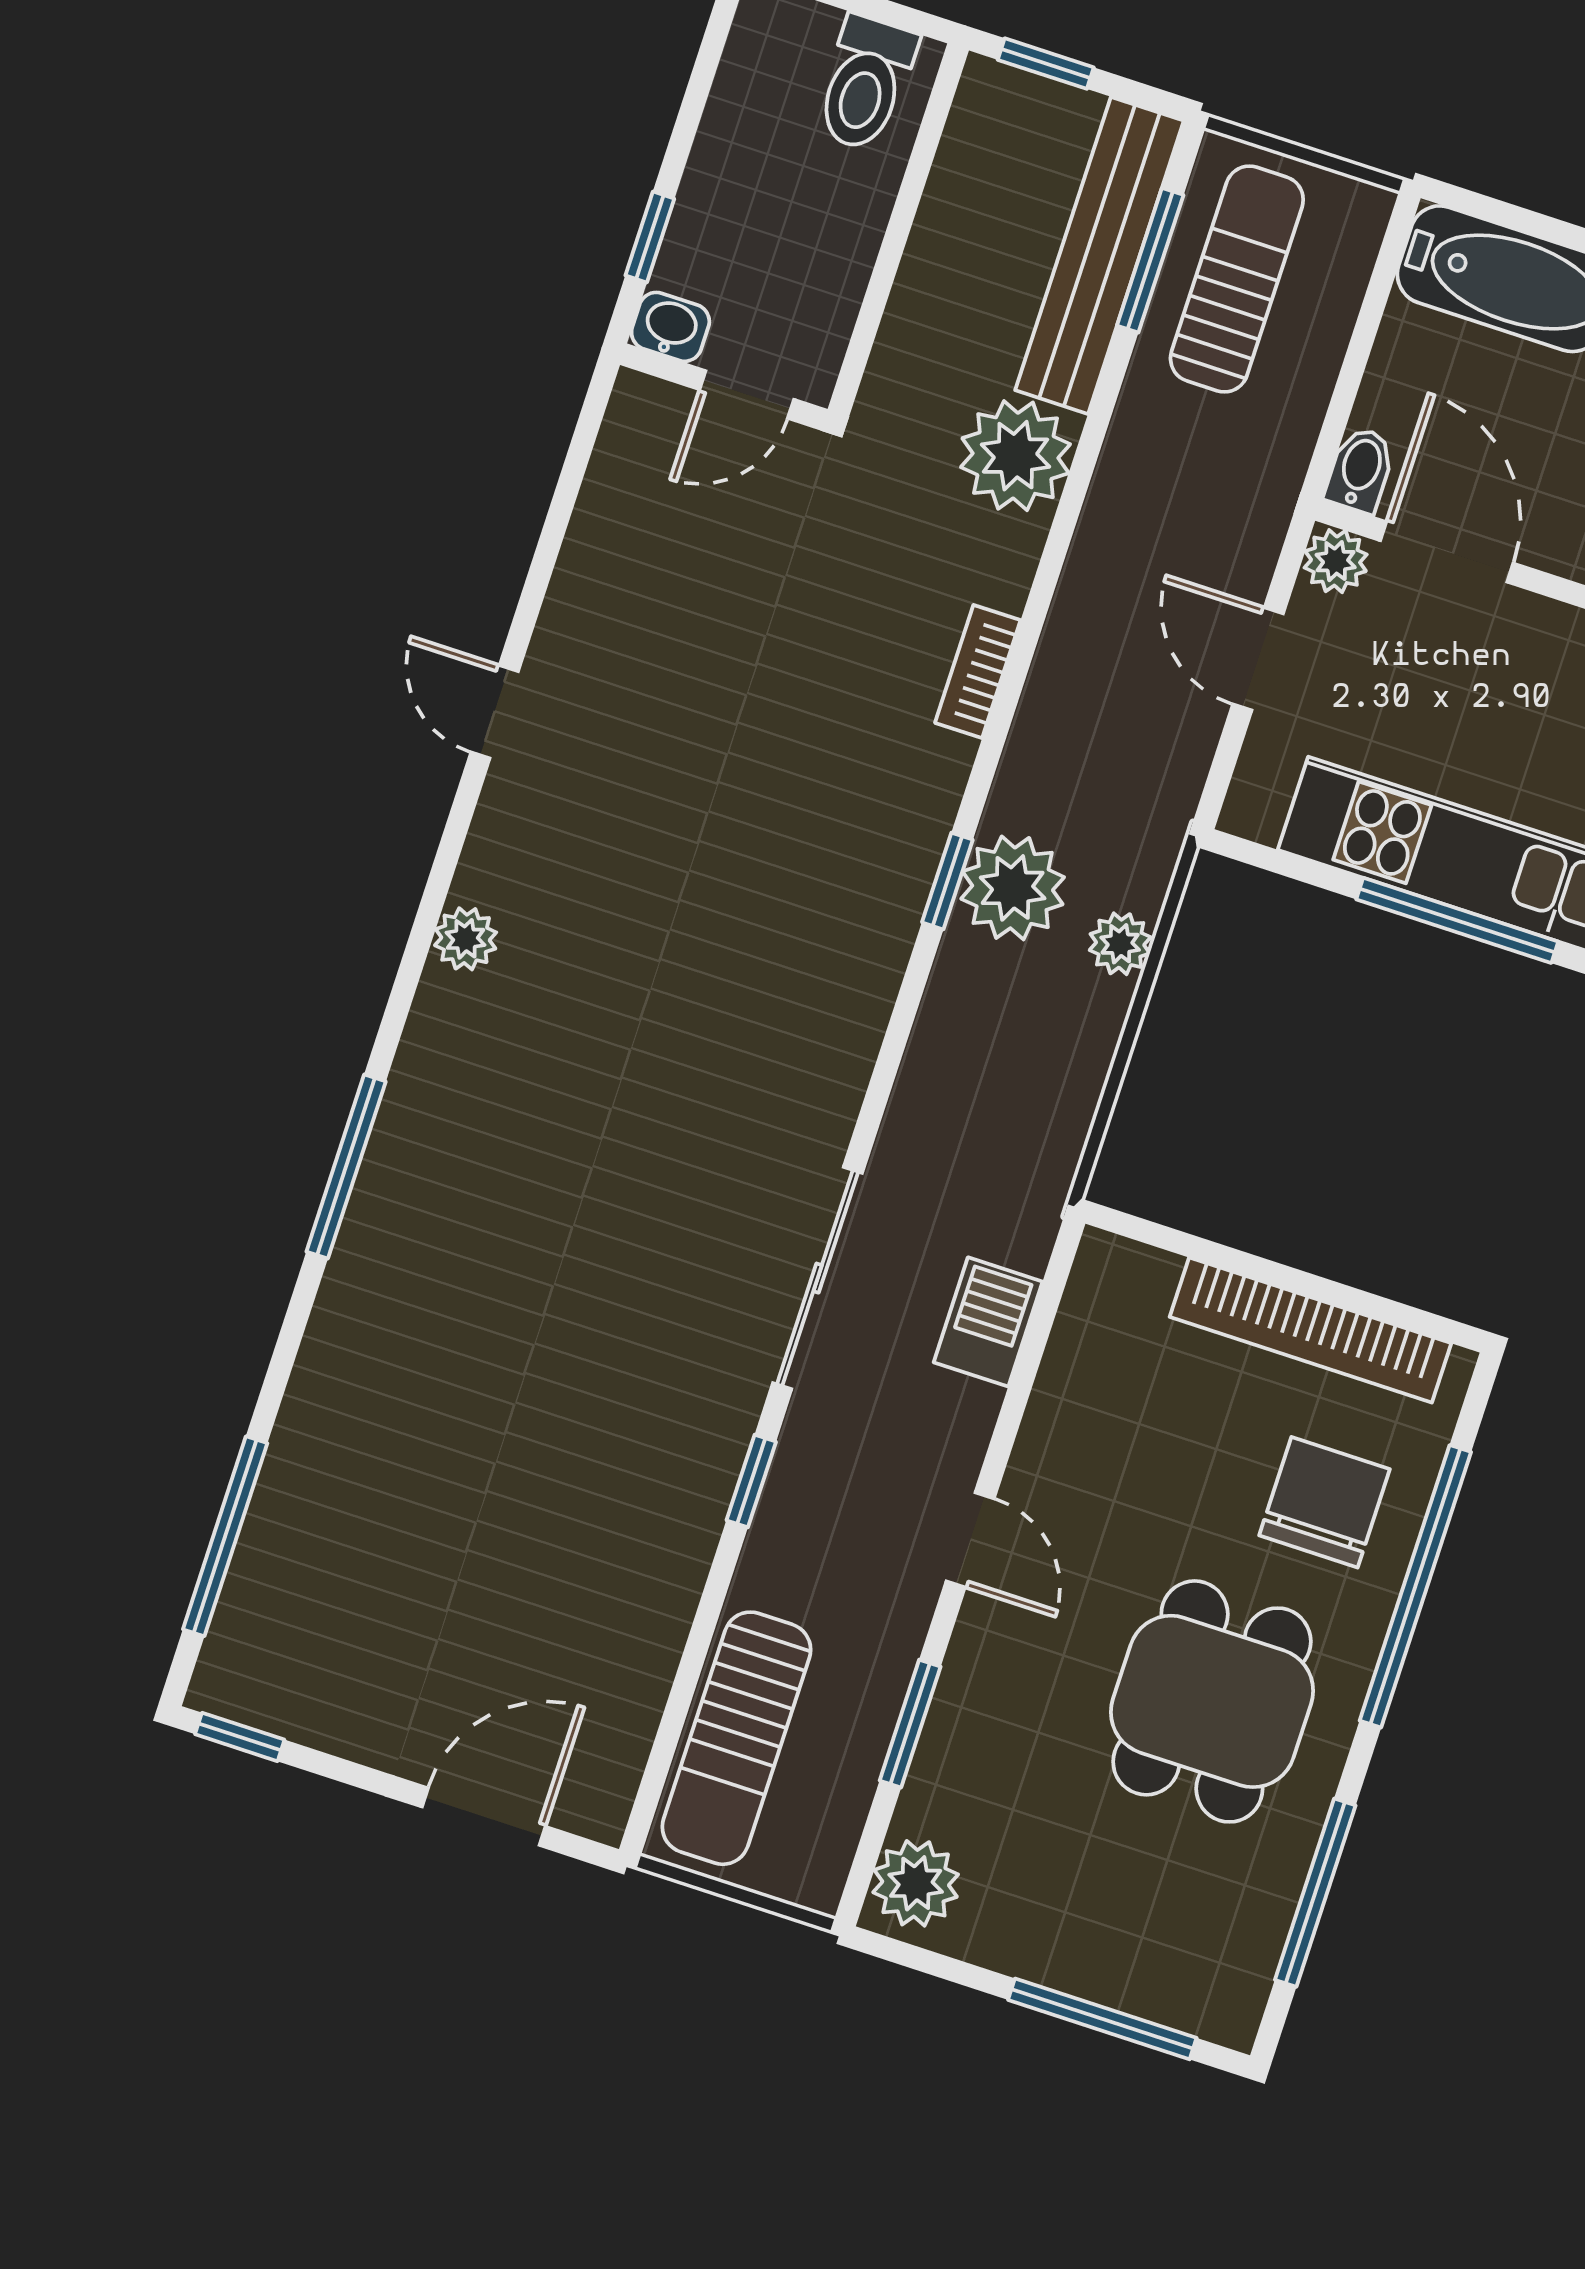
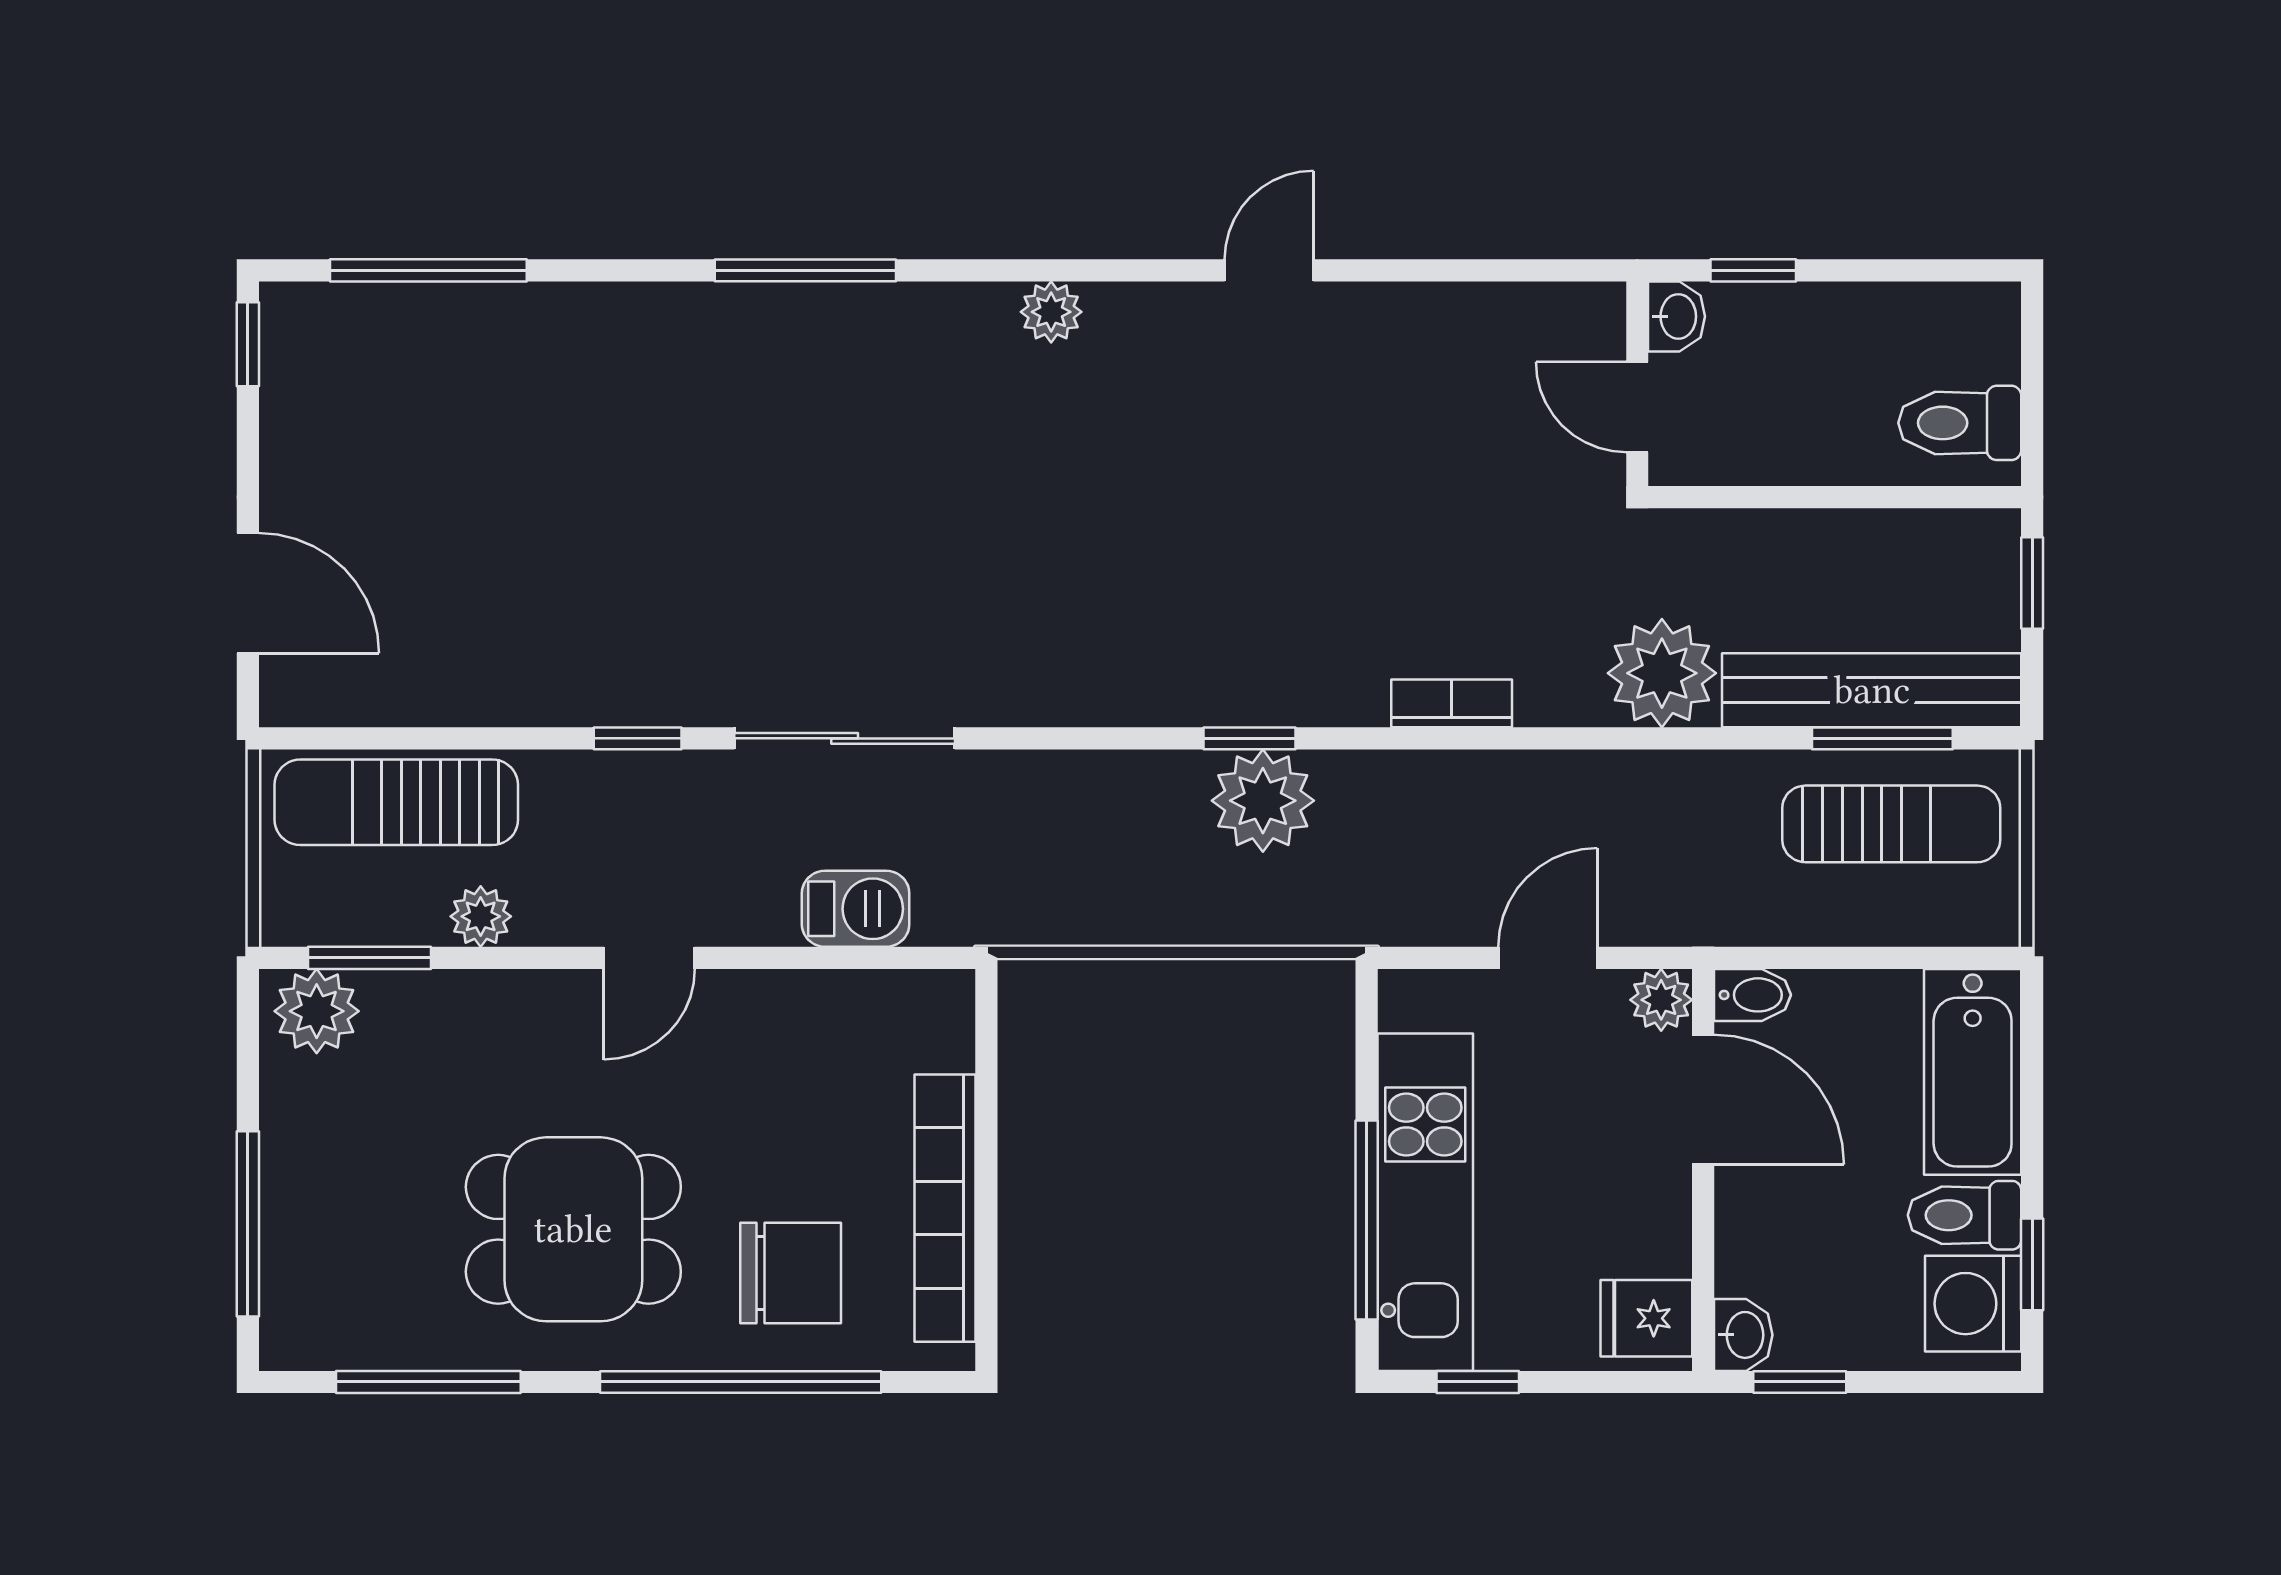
door: (1447, 552) -> (1703, 1099), hinge flipped
plant: (1120, 944) -> (481, 916), moved
window: (910, 1724) -> (370, 958), moved

